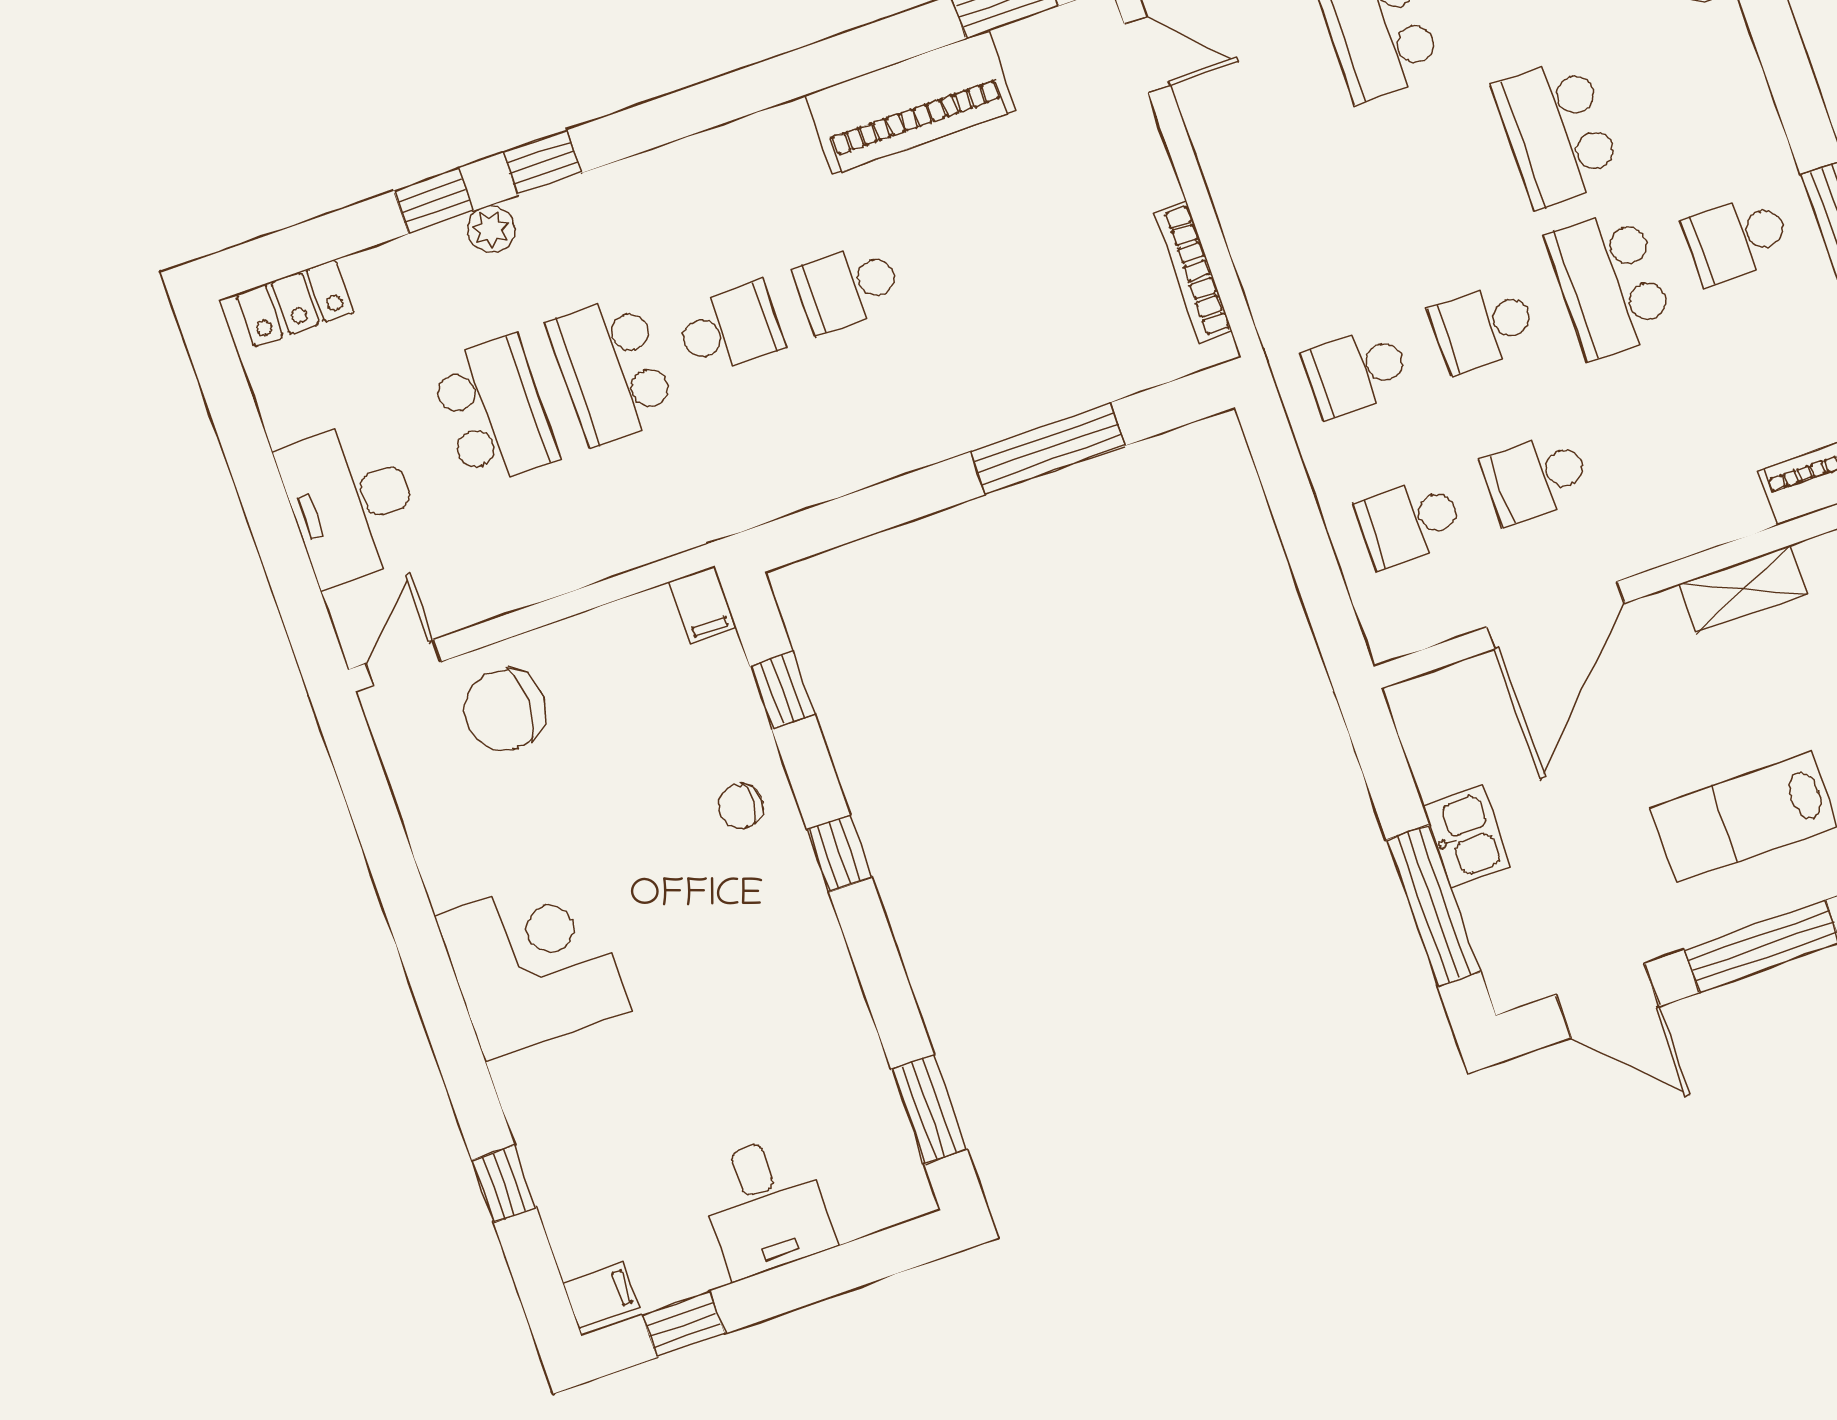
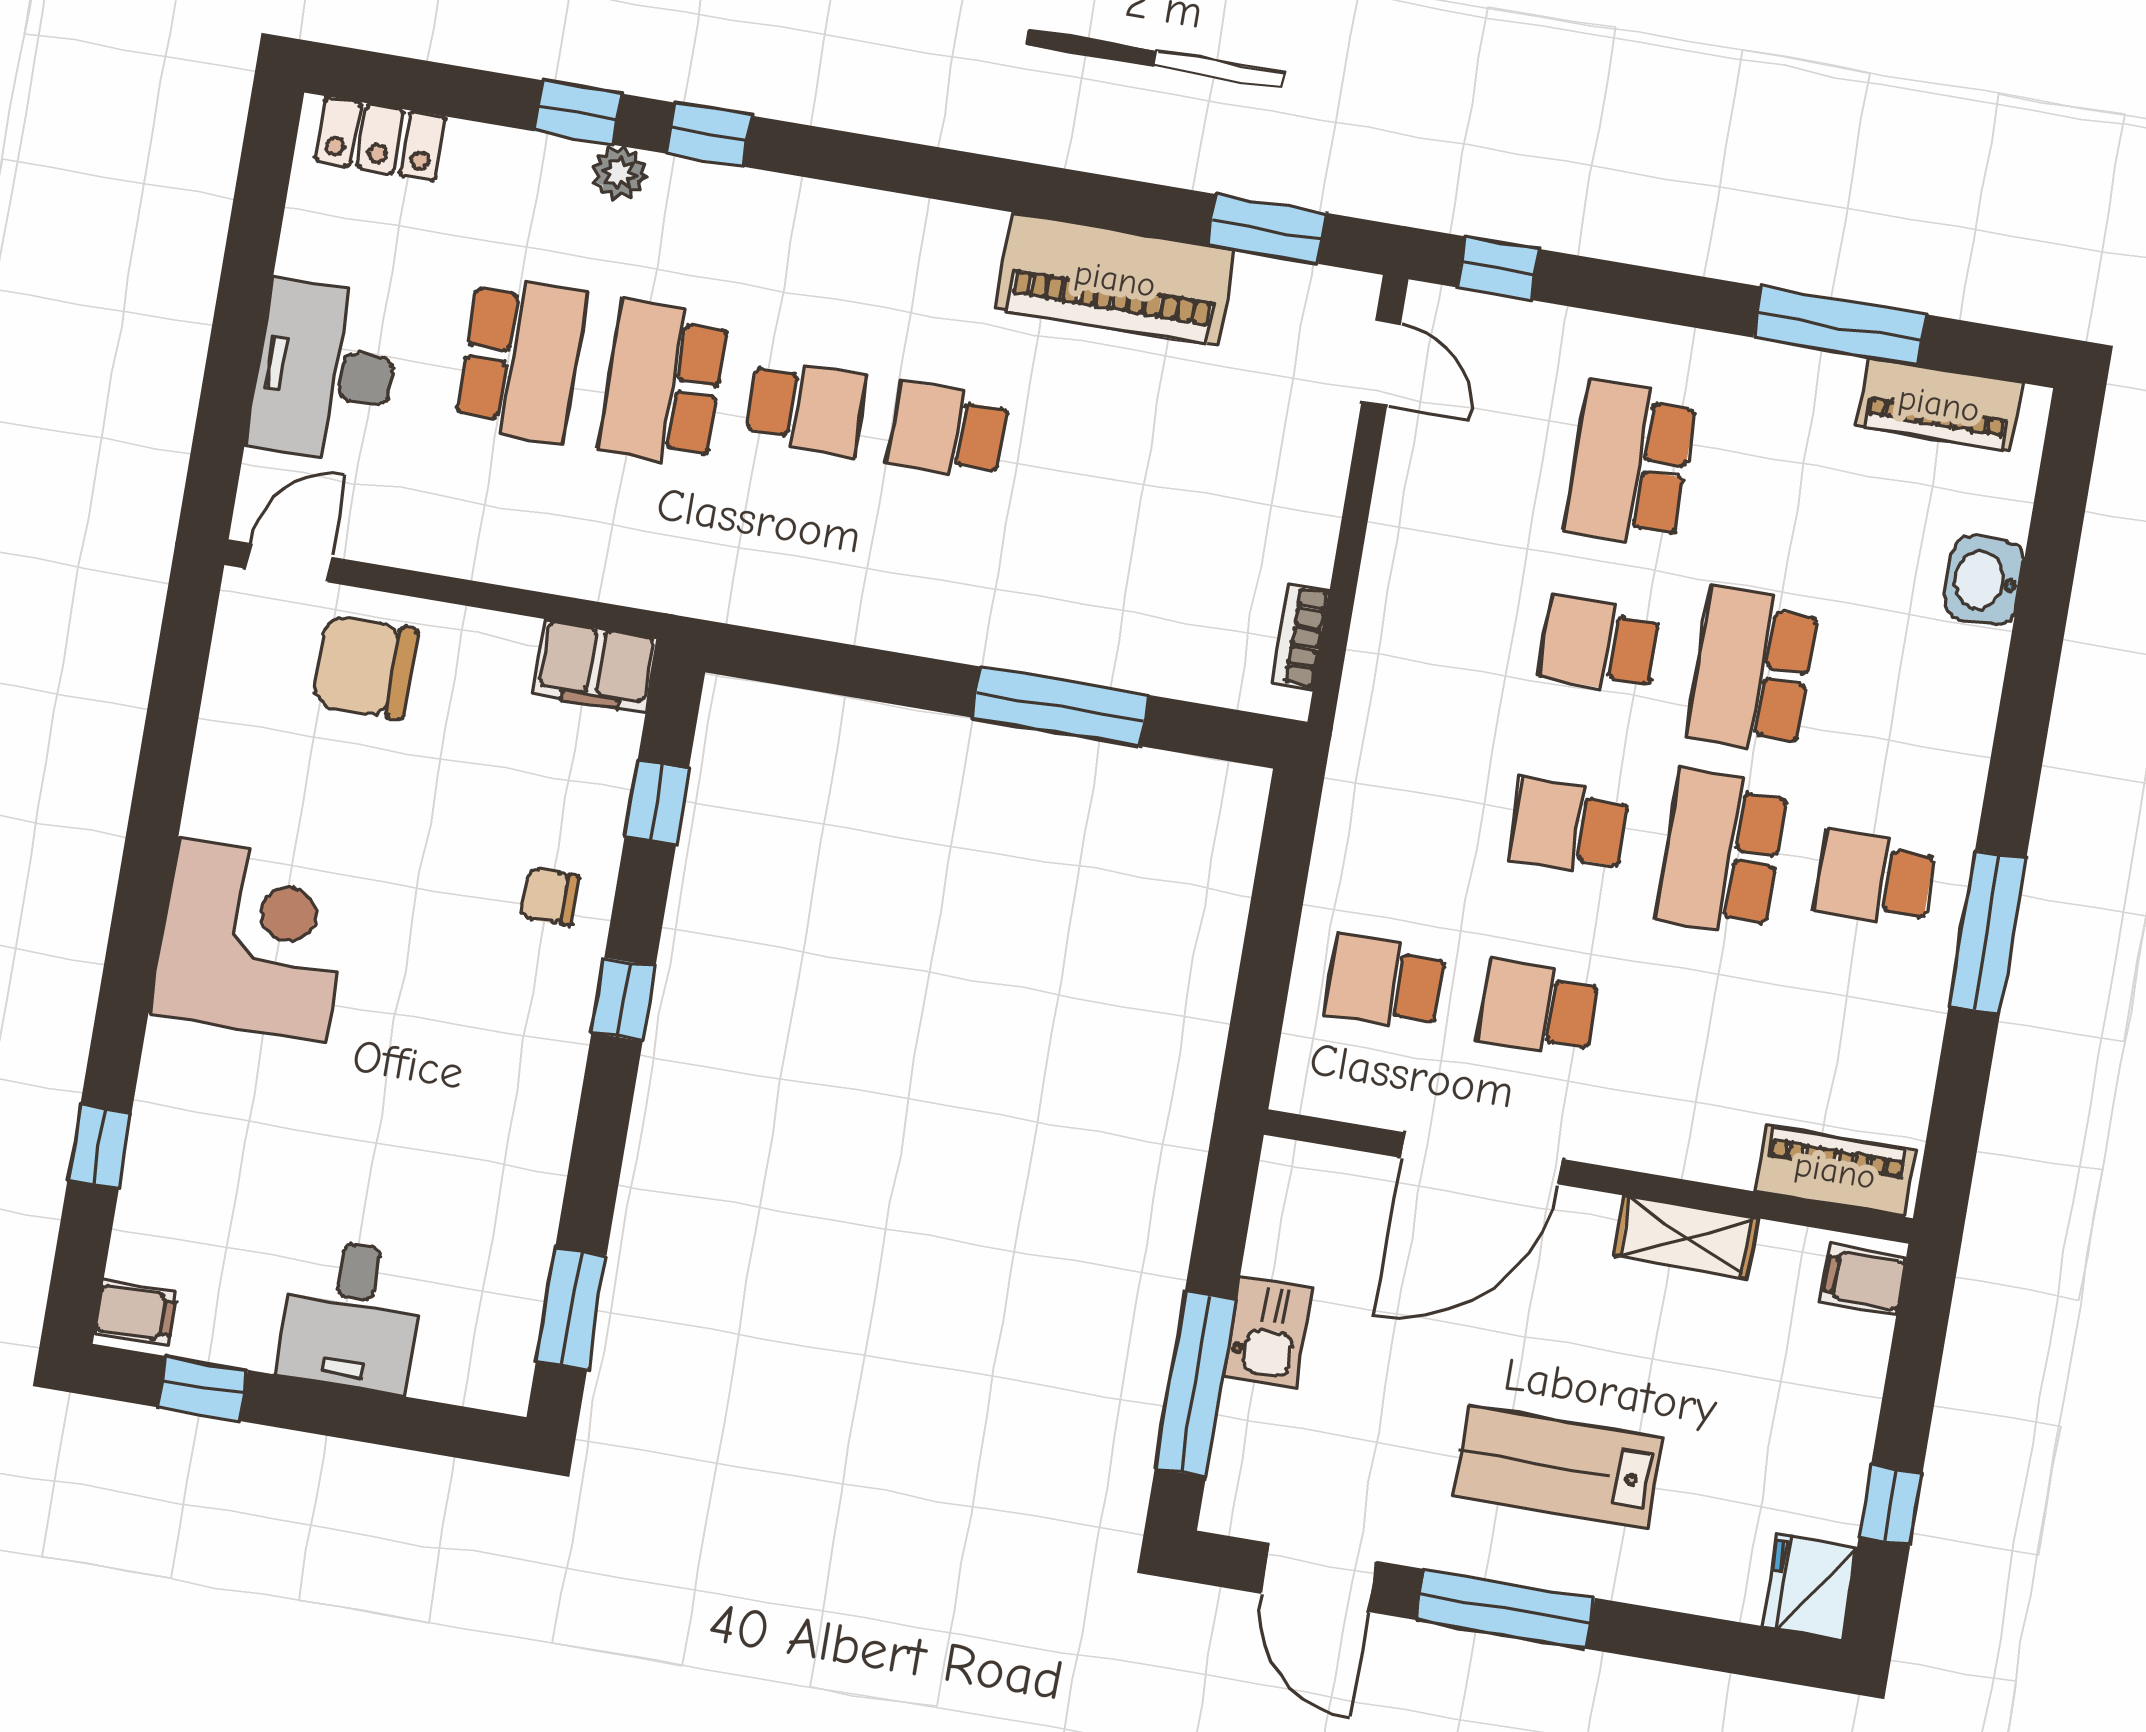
bookcase: (1193, 272) -> (1301, 637), width x0.64
school desk: (1357, 372) -> (1600, 645), moved
filing cabinet: (702, 605) -> (595, 666), width x2.00

